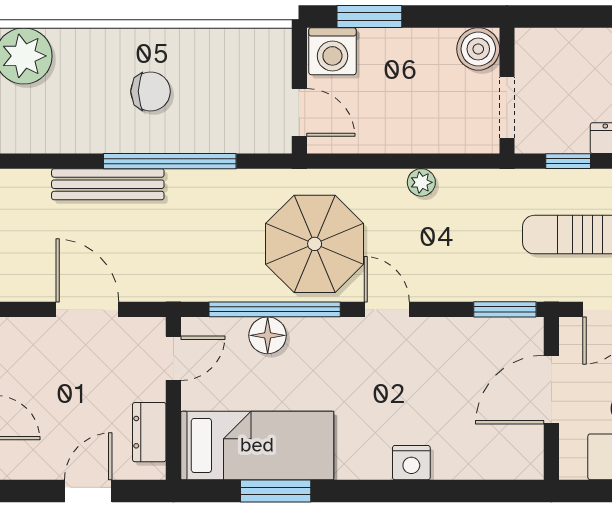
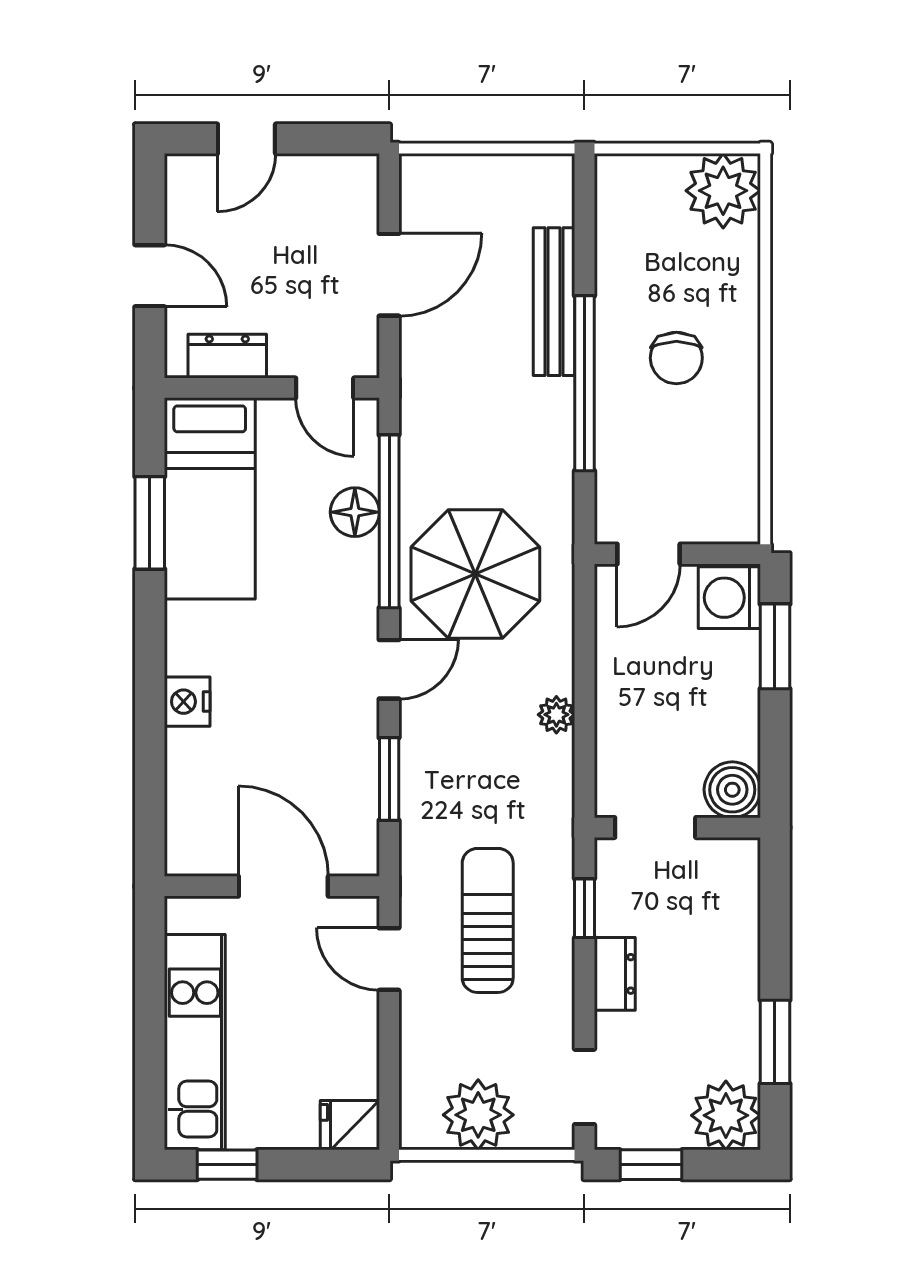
window: (505, 309) -> (389, 779), moved

